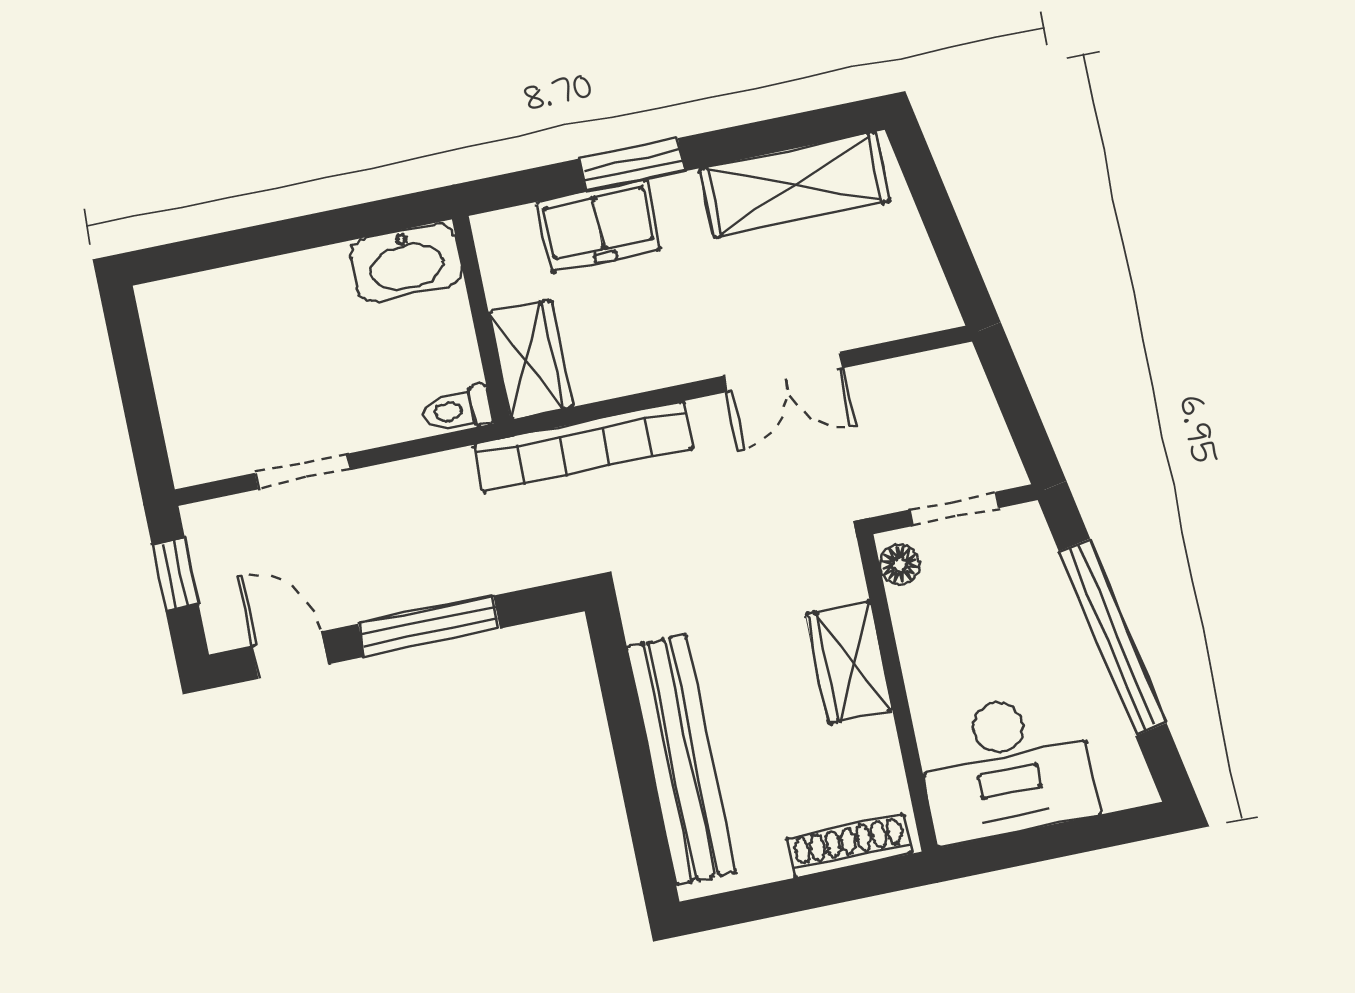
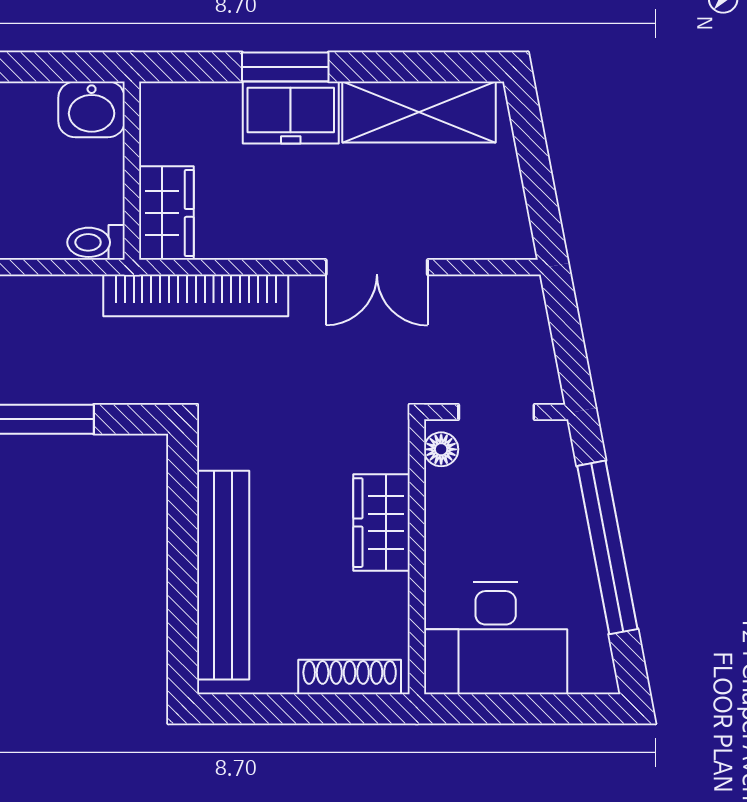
freezer: (599, 226) -> (291, 112), moved
washbasin: (406, 262) -> (92, 109), width x0.72

